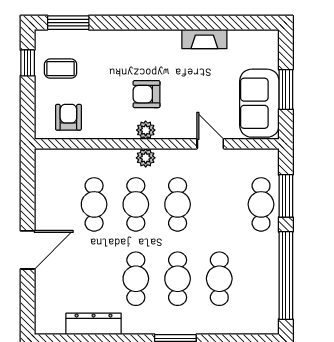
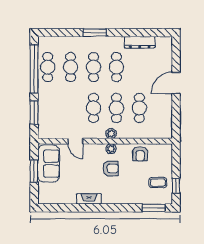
fireplace: (204, 39) -> (89, 199), moved
armchair: (68, 117) -> (140, 154), moved
cafe table: (261, 204) -> (48, 67), moved

